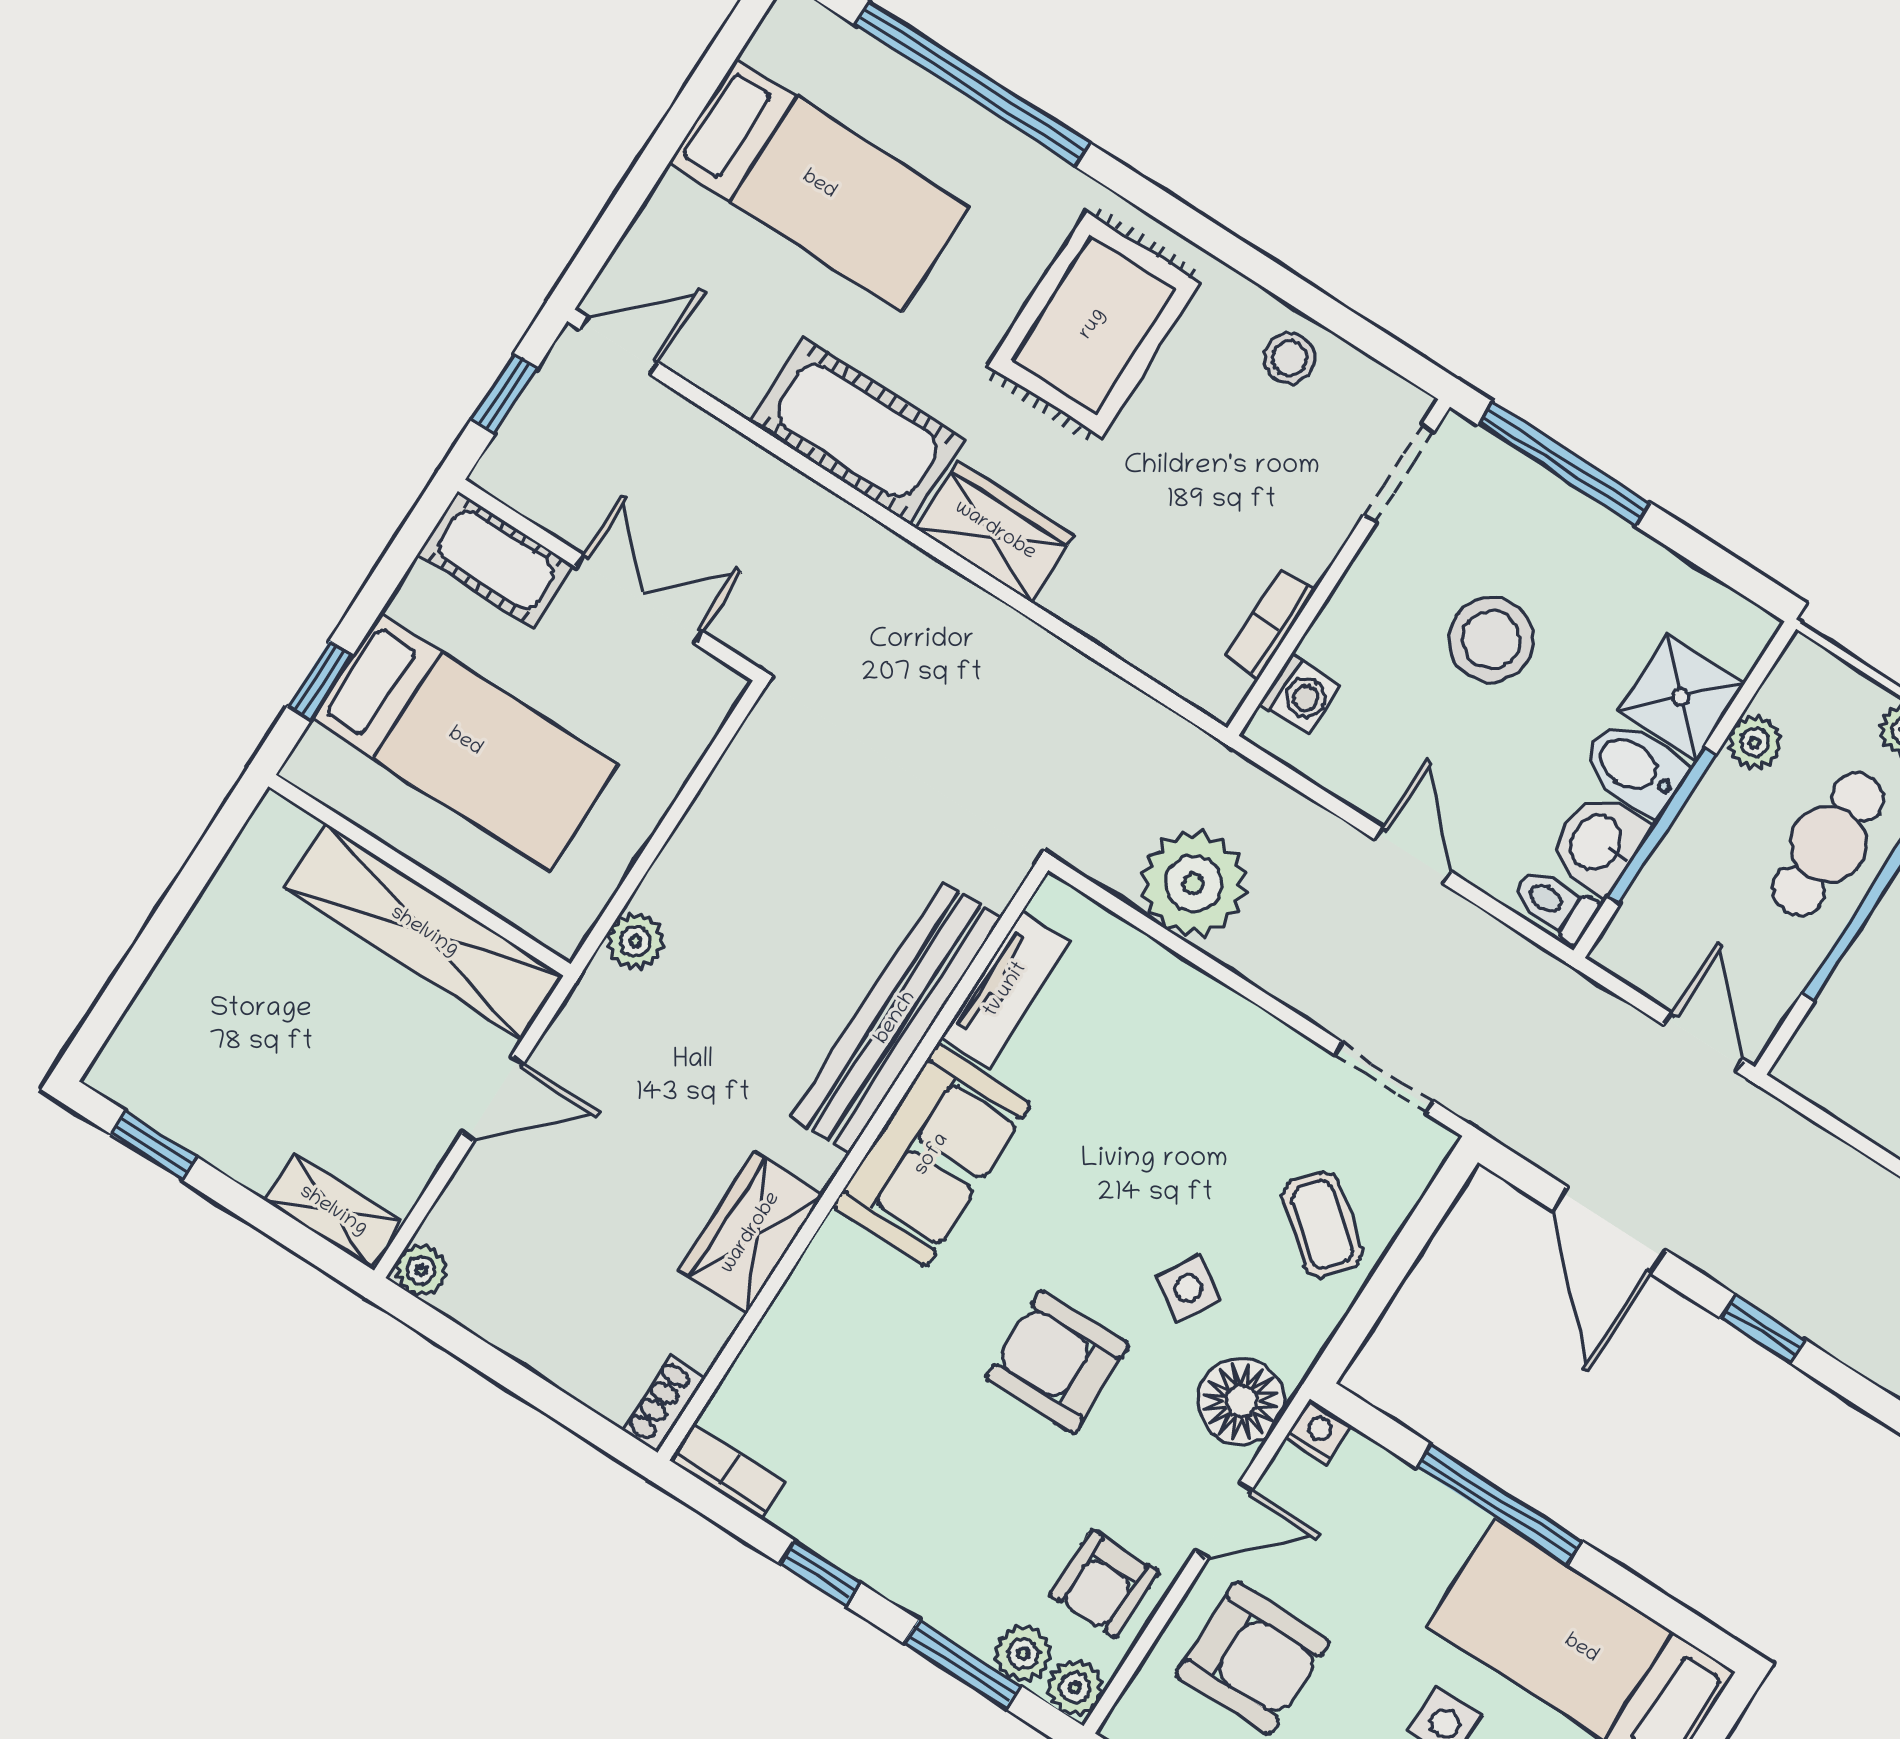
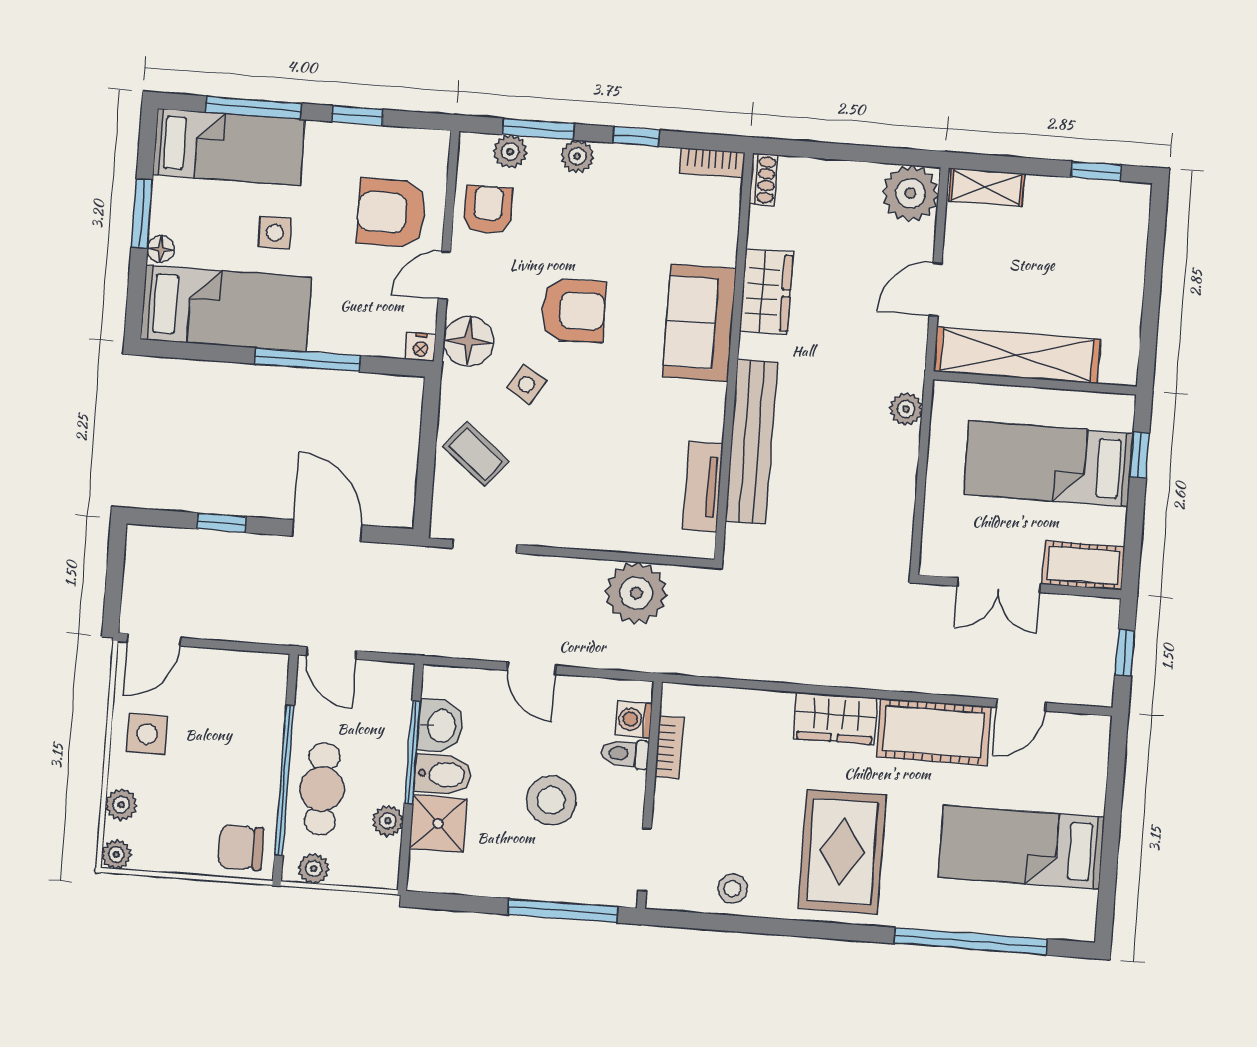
door: (619, 346) -> (1021, 705), moved
toilet: (1555, 905) -> (625, 754), moved, turned 180
sofa: (932, 1155) -> (699, 323), moved
plant: (421, 1270) -> (910, 193), width x1.87, depth x1.87
plant: (1075, 1688) -> (577, 156), moved

